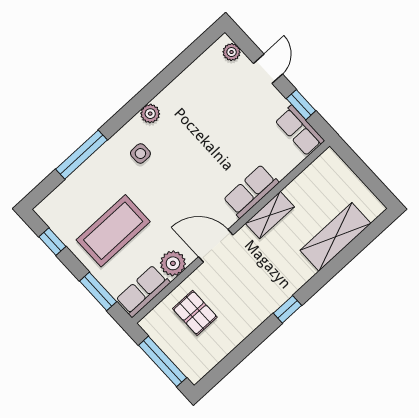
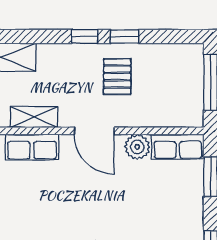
coffee table: (113, 231) -> (159, 211), removed
pallet: (195, 313) -> (117, 77), moved
window: (258, 337) -> (124, 36), added

